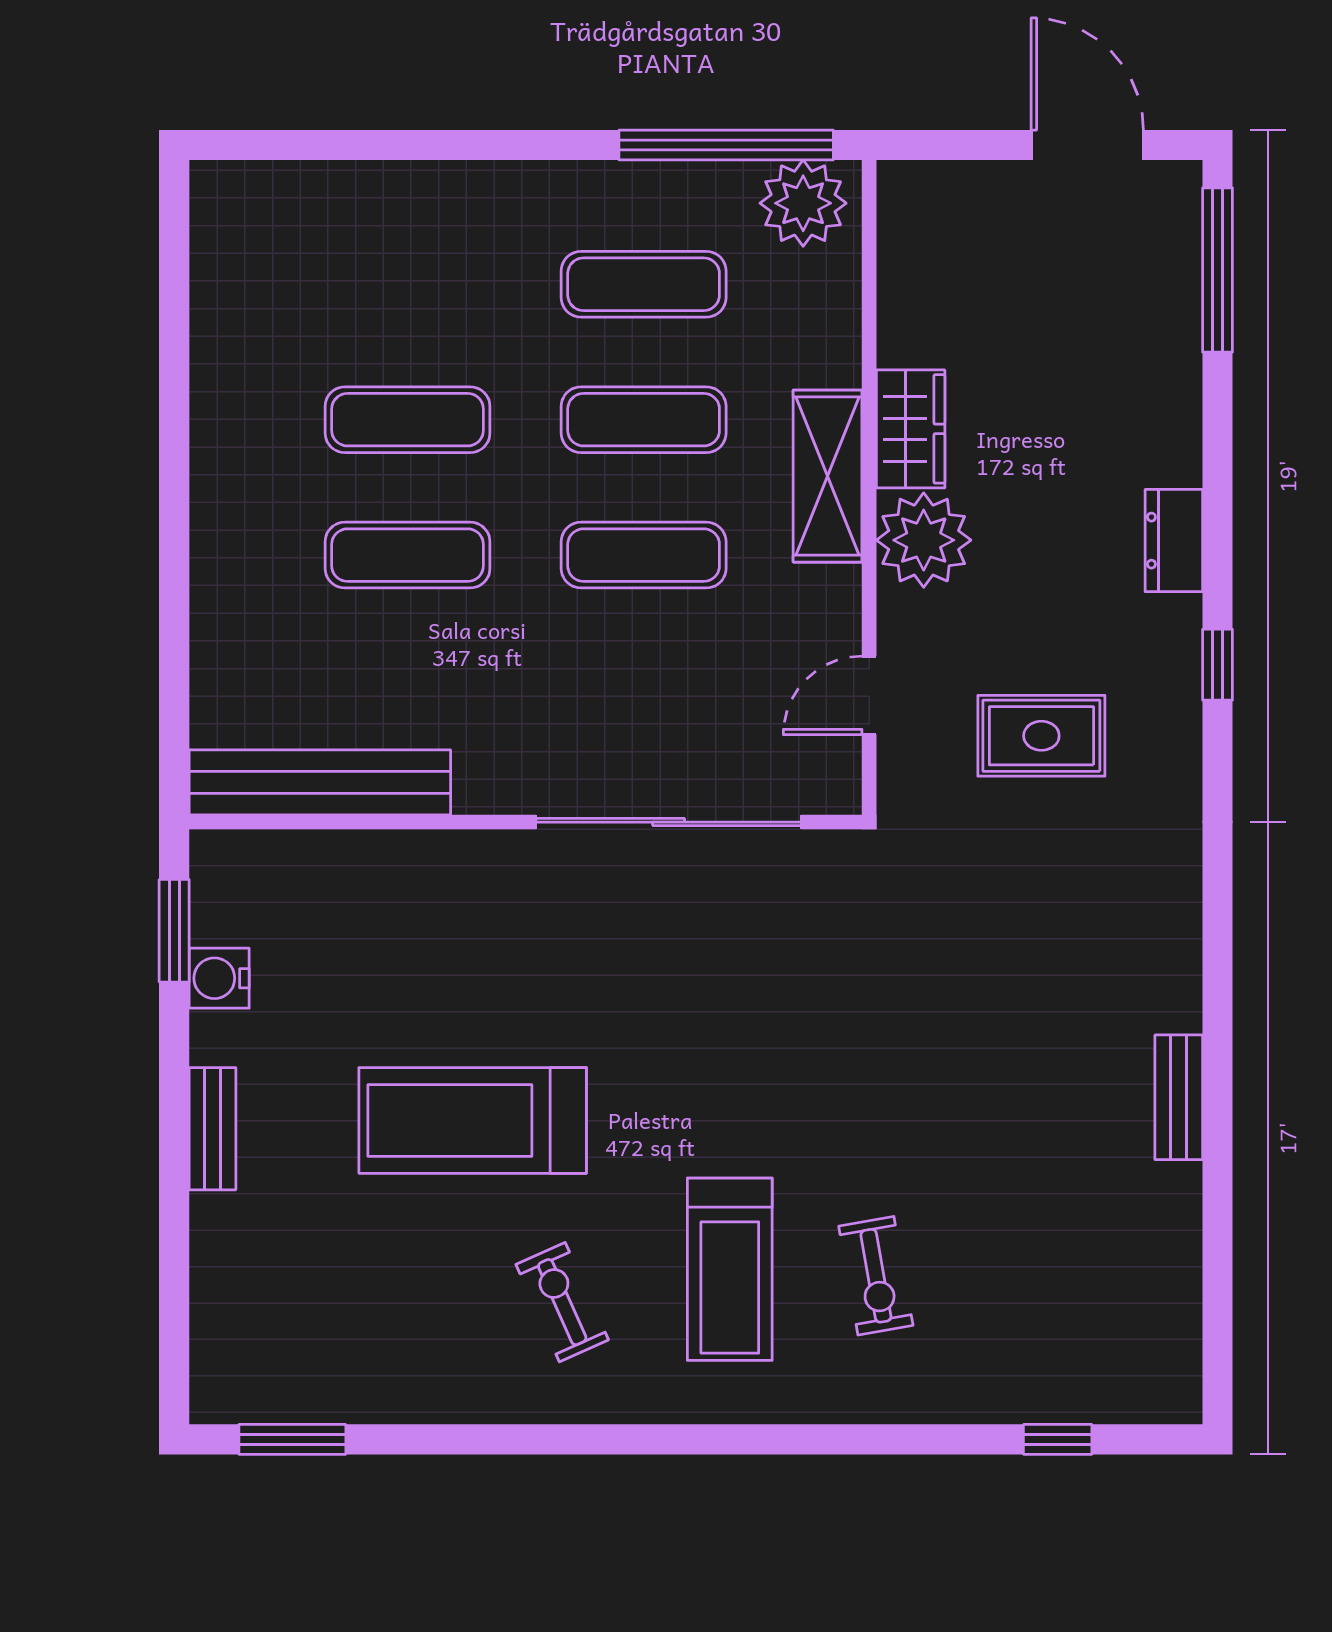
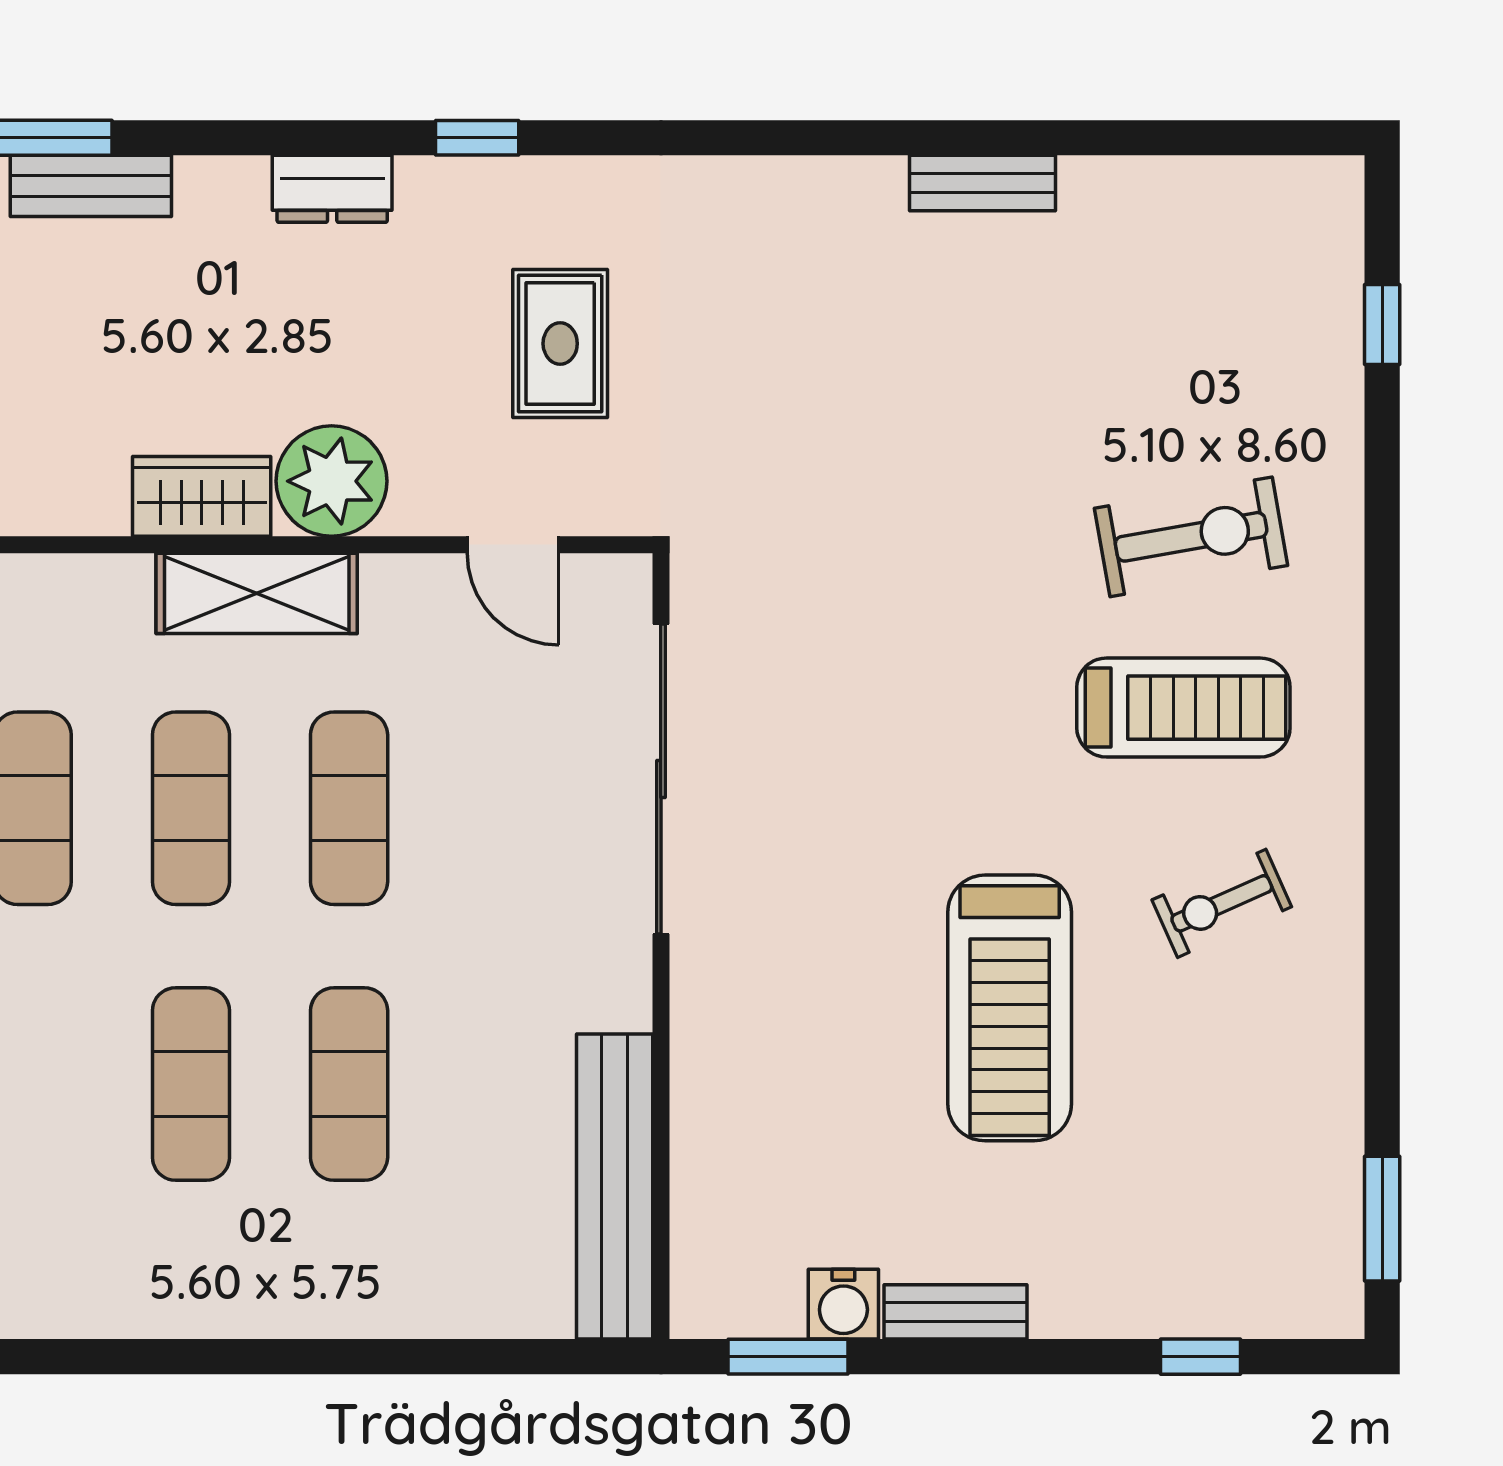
bench: (1176, 334) -> (91, 186), added
bench: (212, 1129) -> (955, 1312), moved
exercise bike: (876, 1276) -> (1191, 537), width x1.38, depth x1.39
window: (174, 1284) -> (1200, 1357), added

